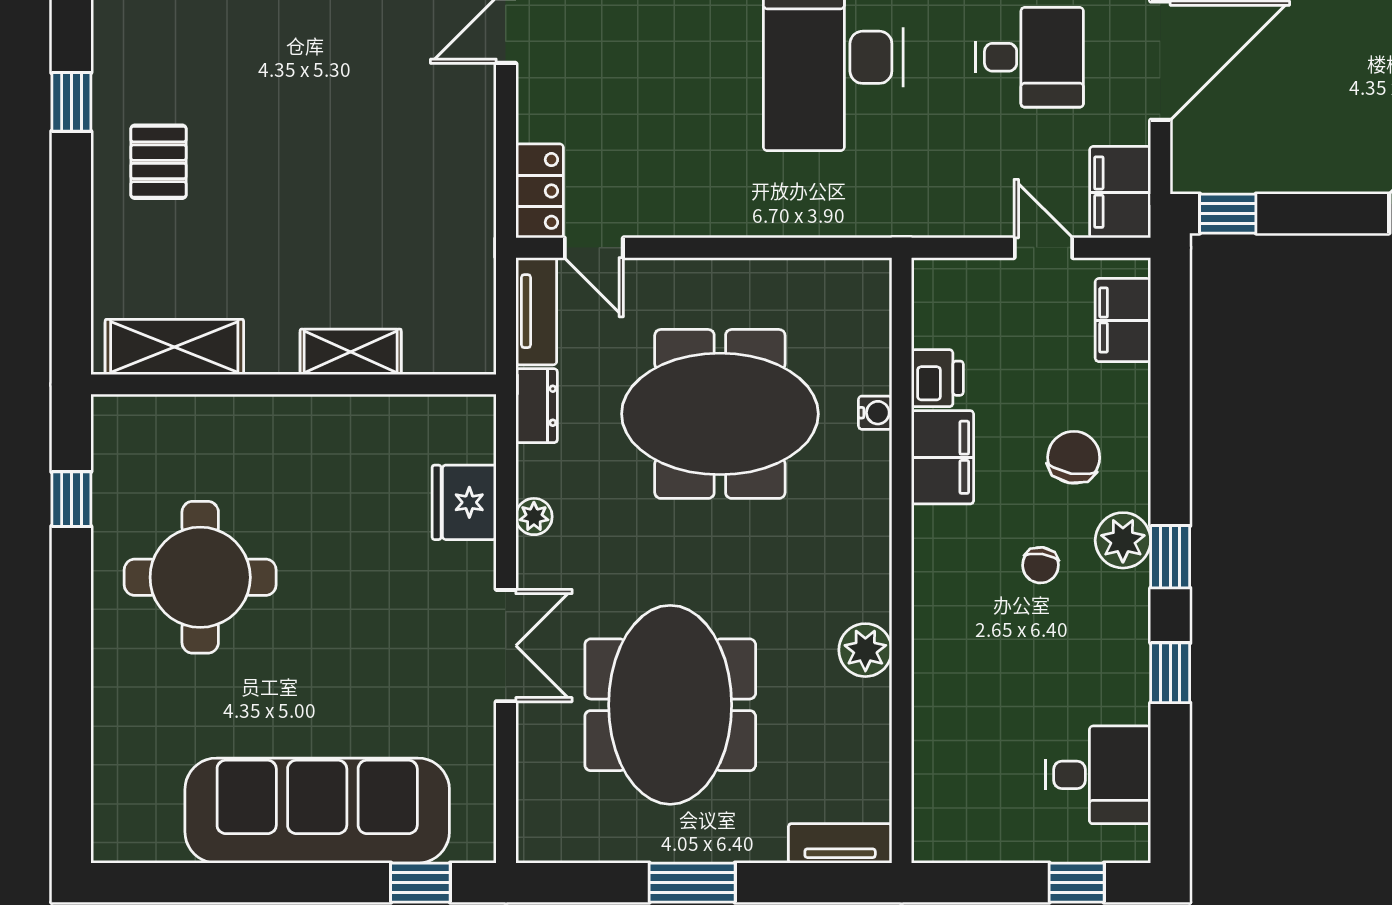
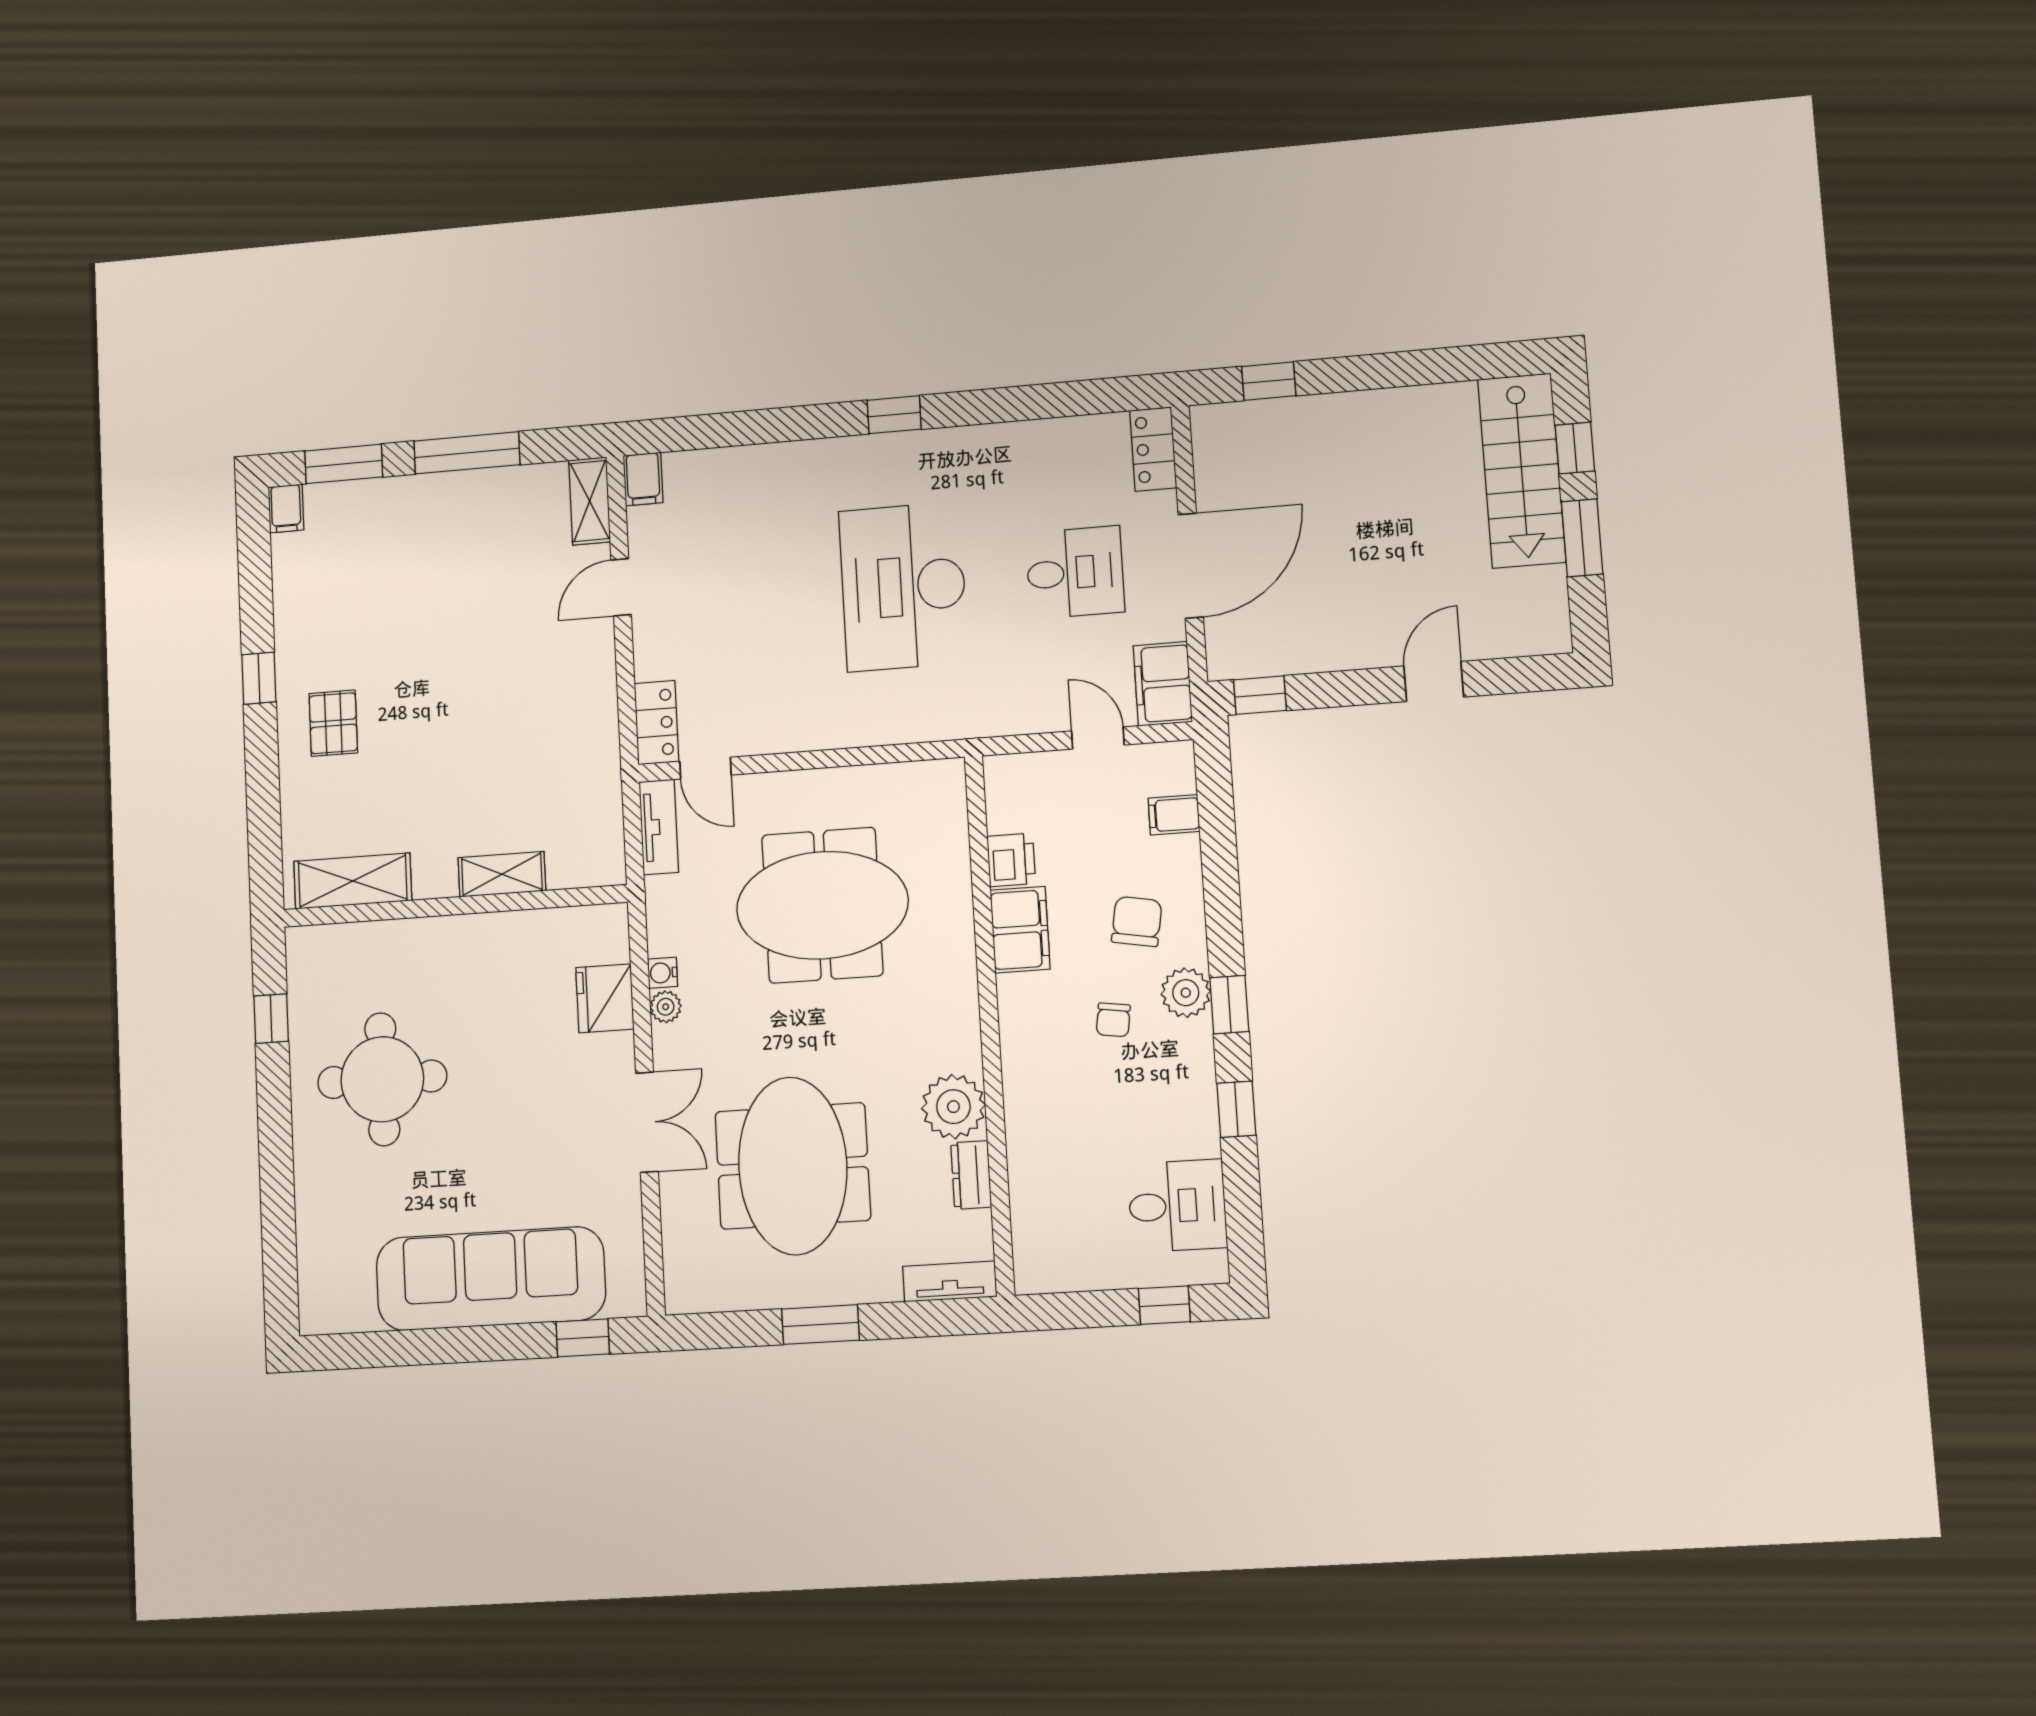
filing cabinet: (1123, 320) -> (1174, 815), width x0.50
dresser: (537, 406) -> (971, 1175), moved, turned 180
water cooler: (875, 413) -> (663, 973), moved, turned 180
plant: (865, 650) -> (953, 1107), width x1.36, depth x1.36

